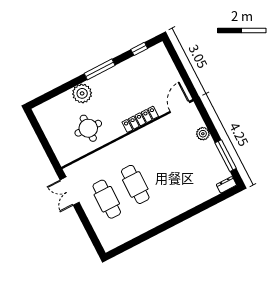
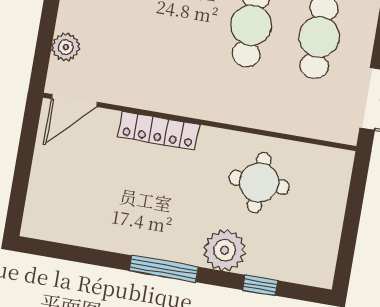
window: (139, 49) -> (260, 285), moved
plant: (203, 134) -> (66, 47), moved

